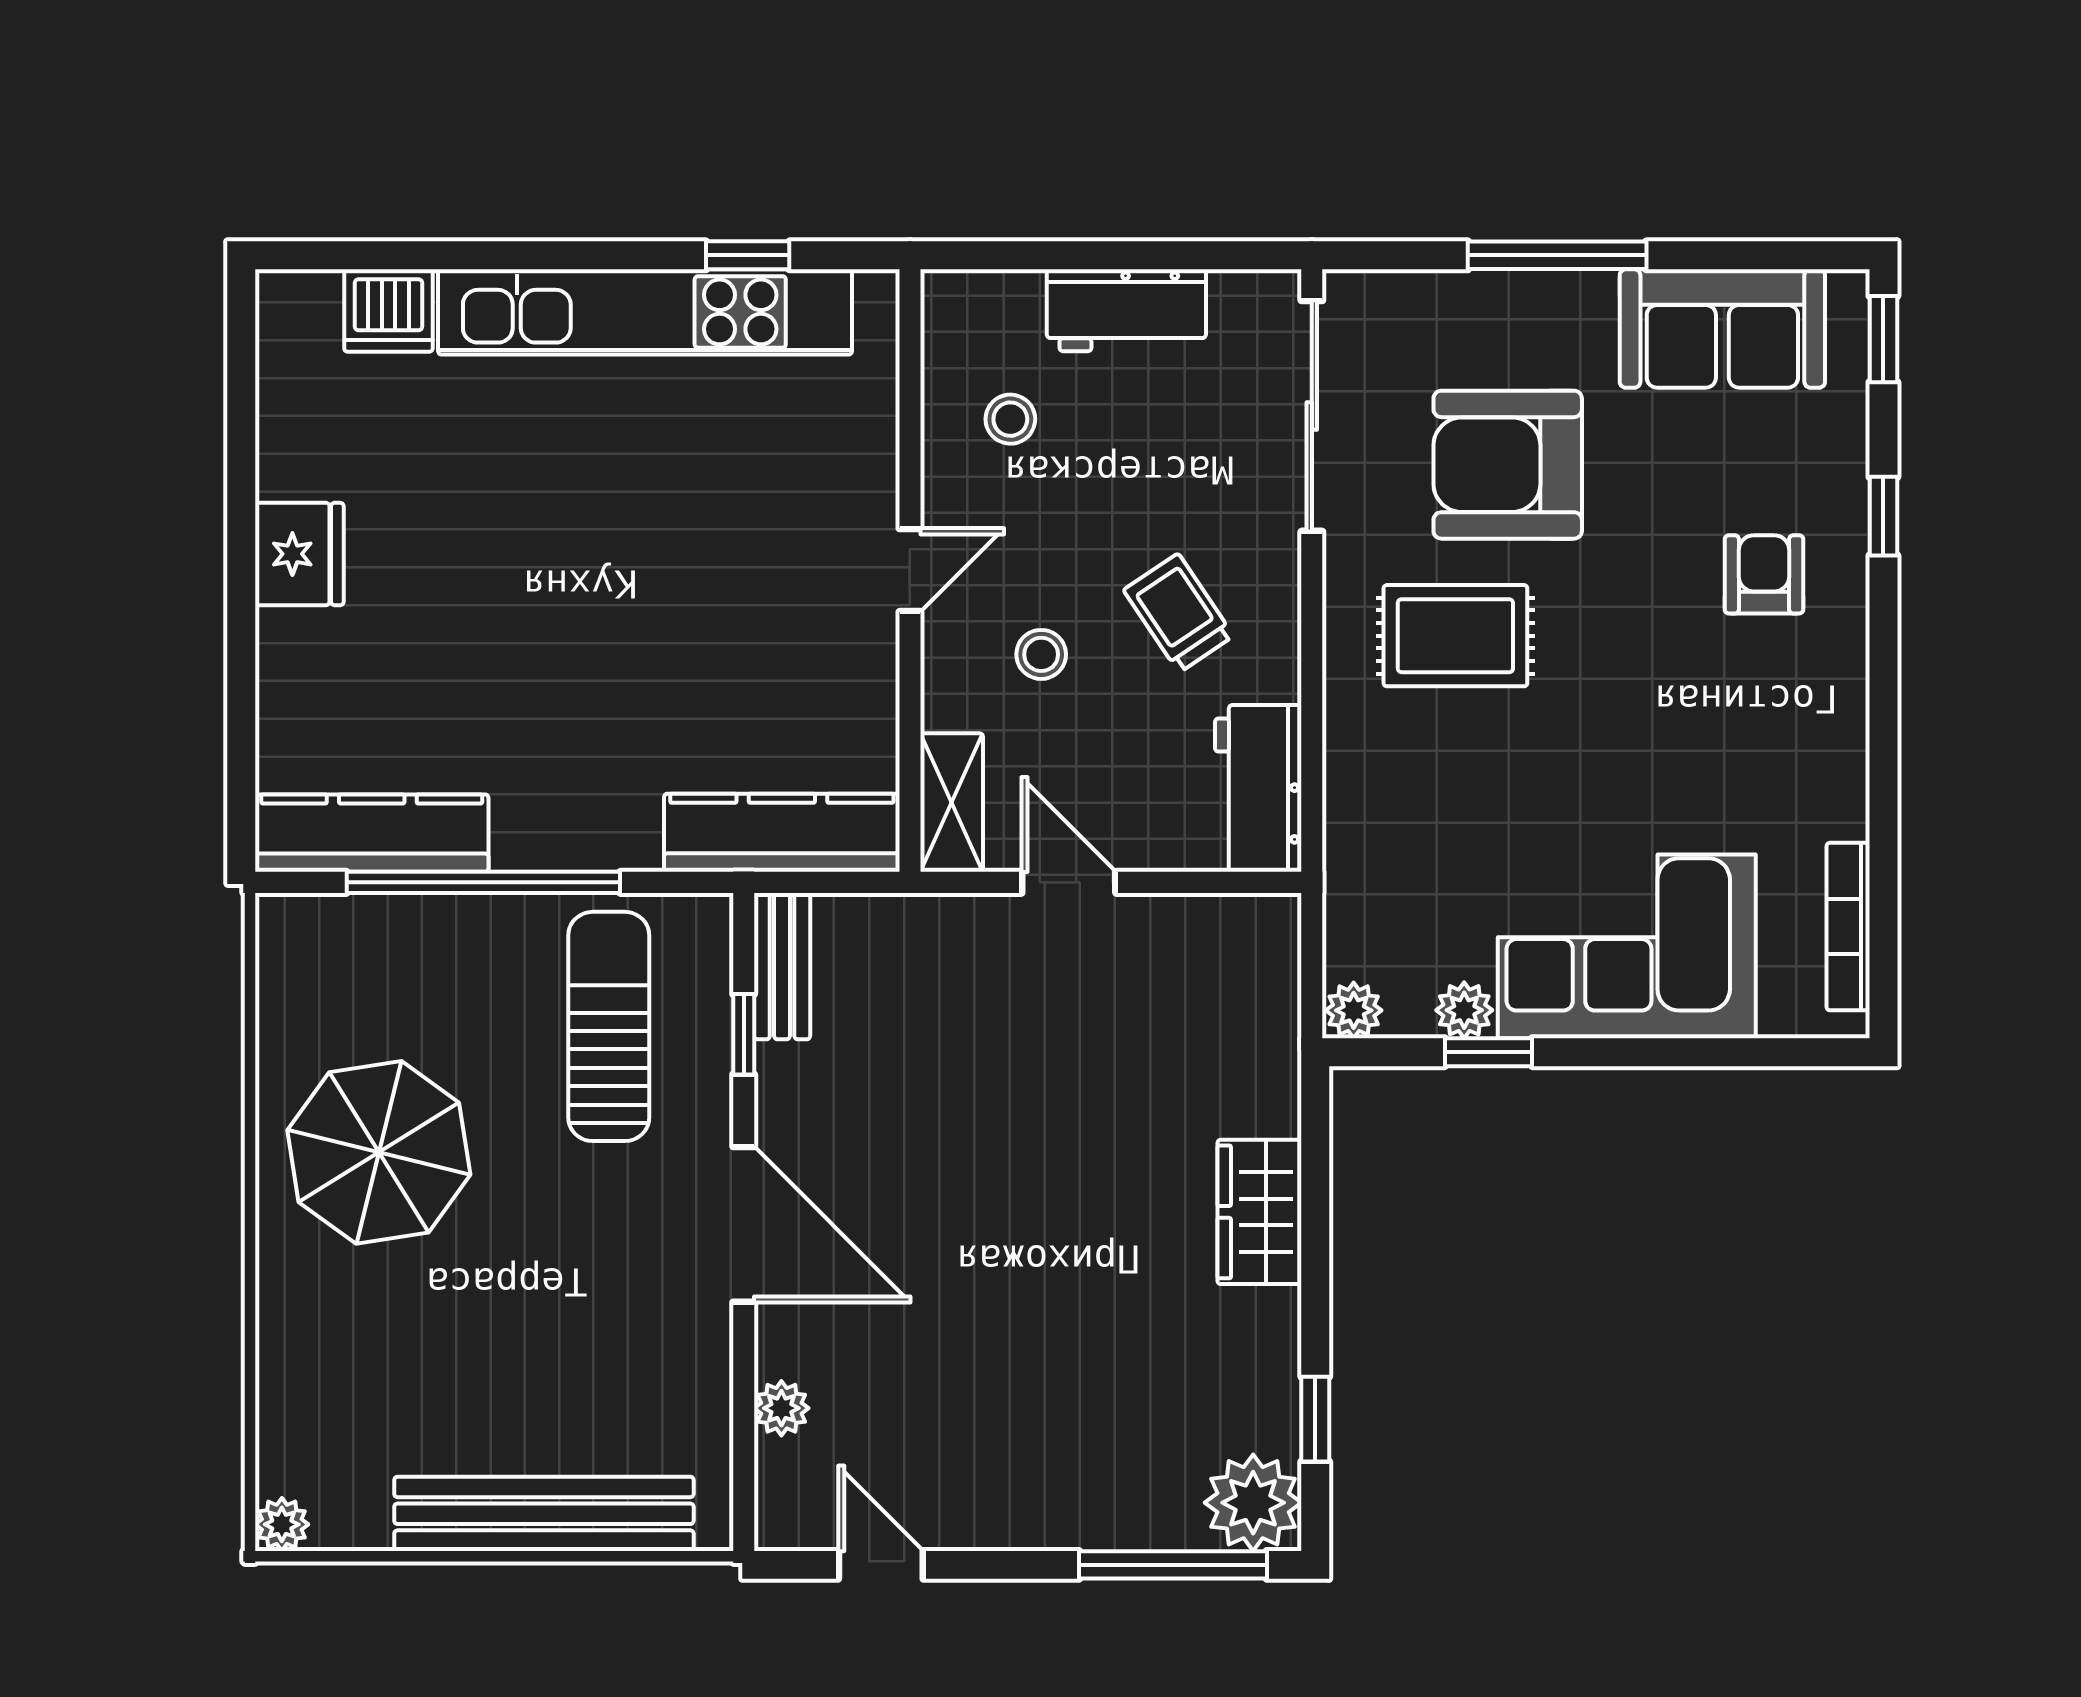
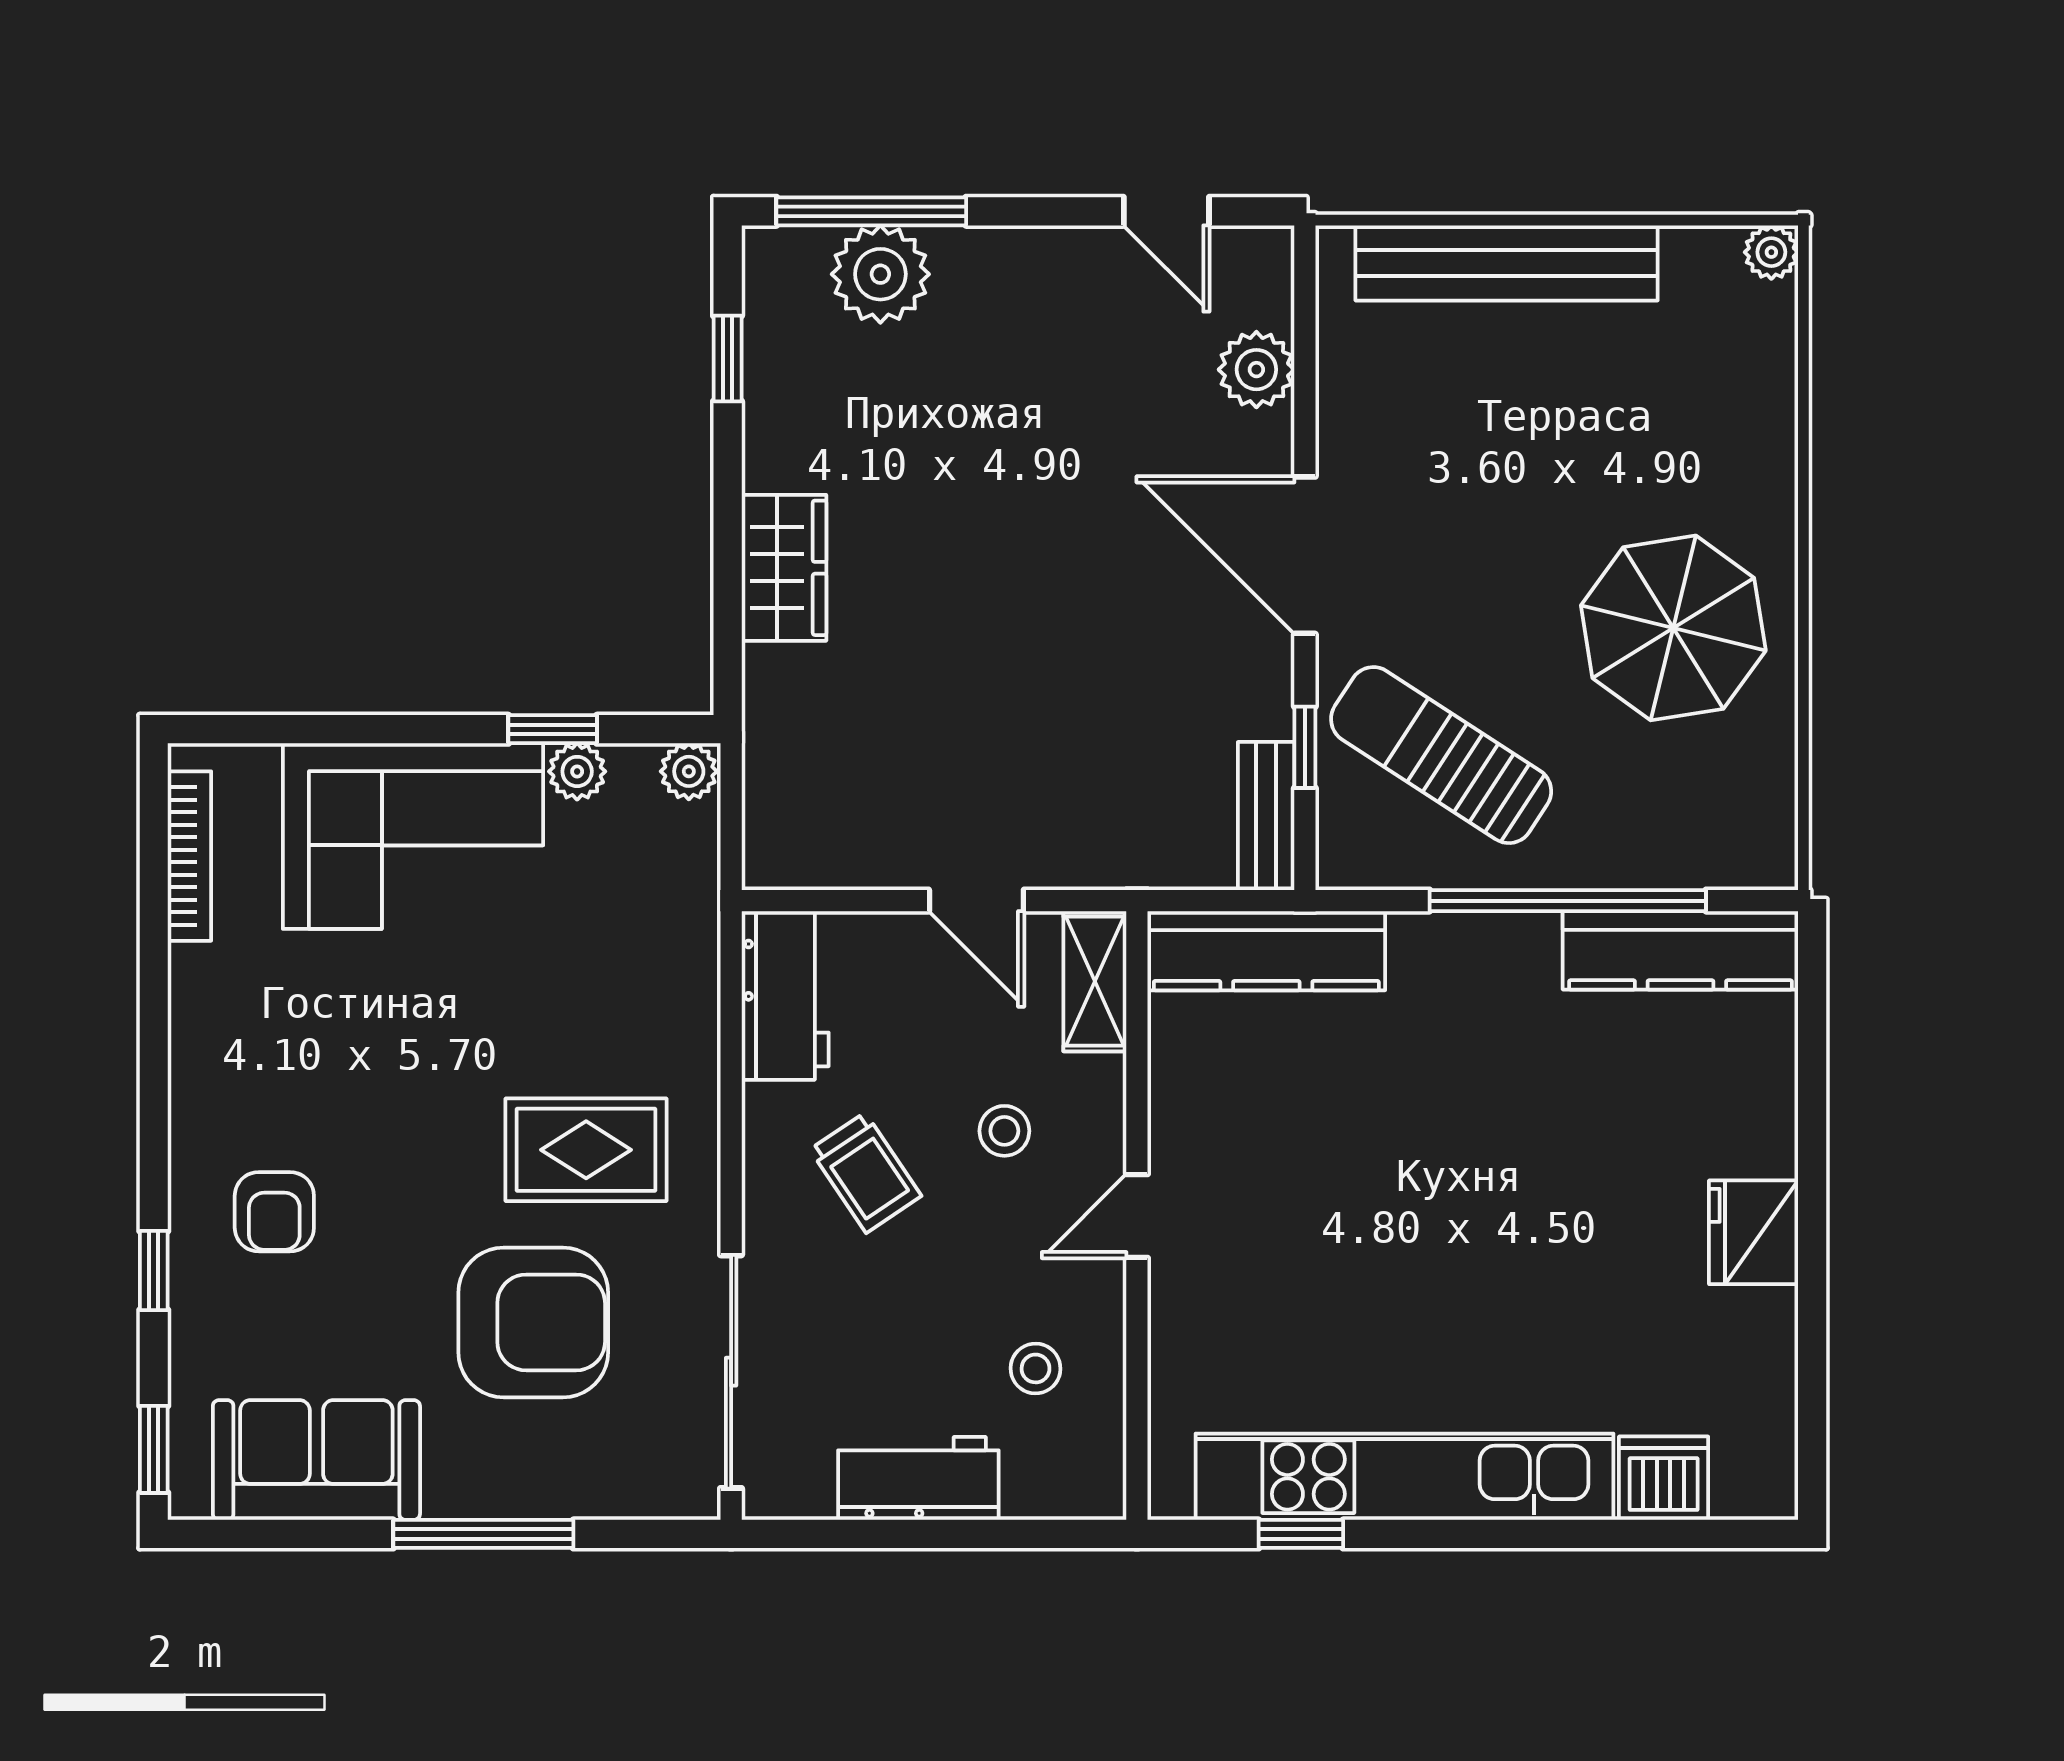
sun lounger: (609, 1026) -> (1441, 755), turned 123
plant: (781, 1408) -> (1256, 370), width x1.38, depth x1.38
plant: (1253, 1503) -> (880, 274), moved

